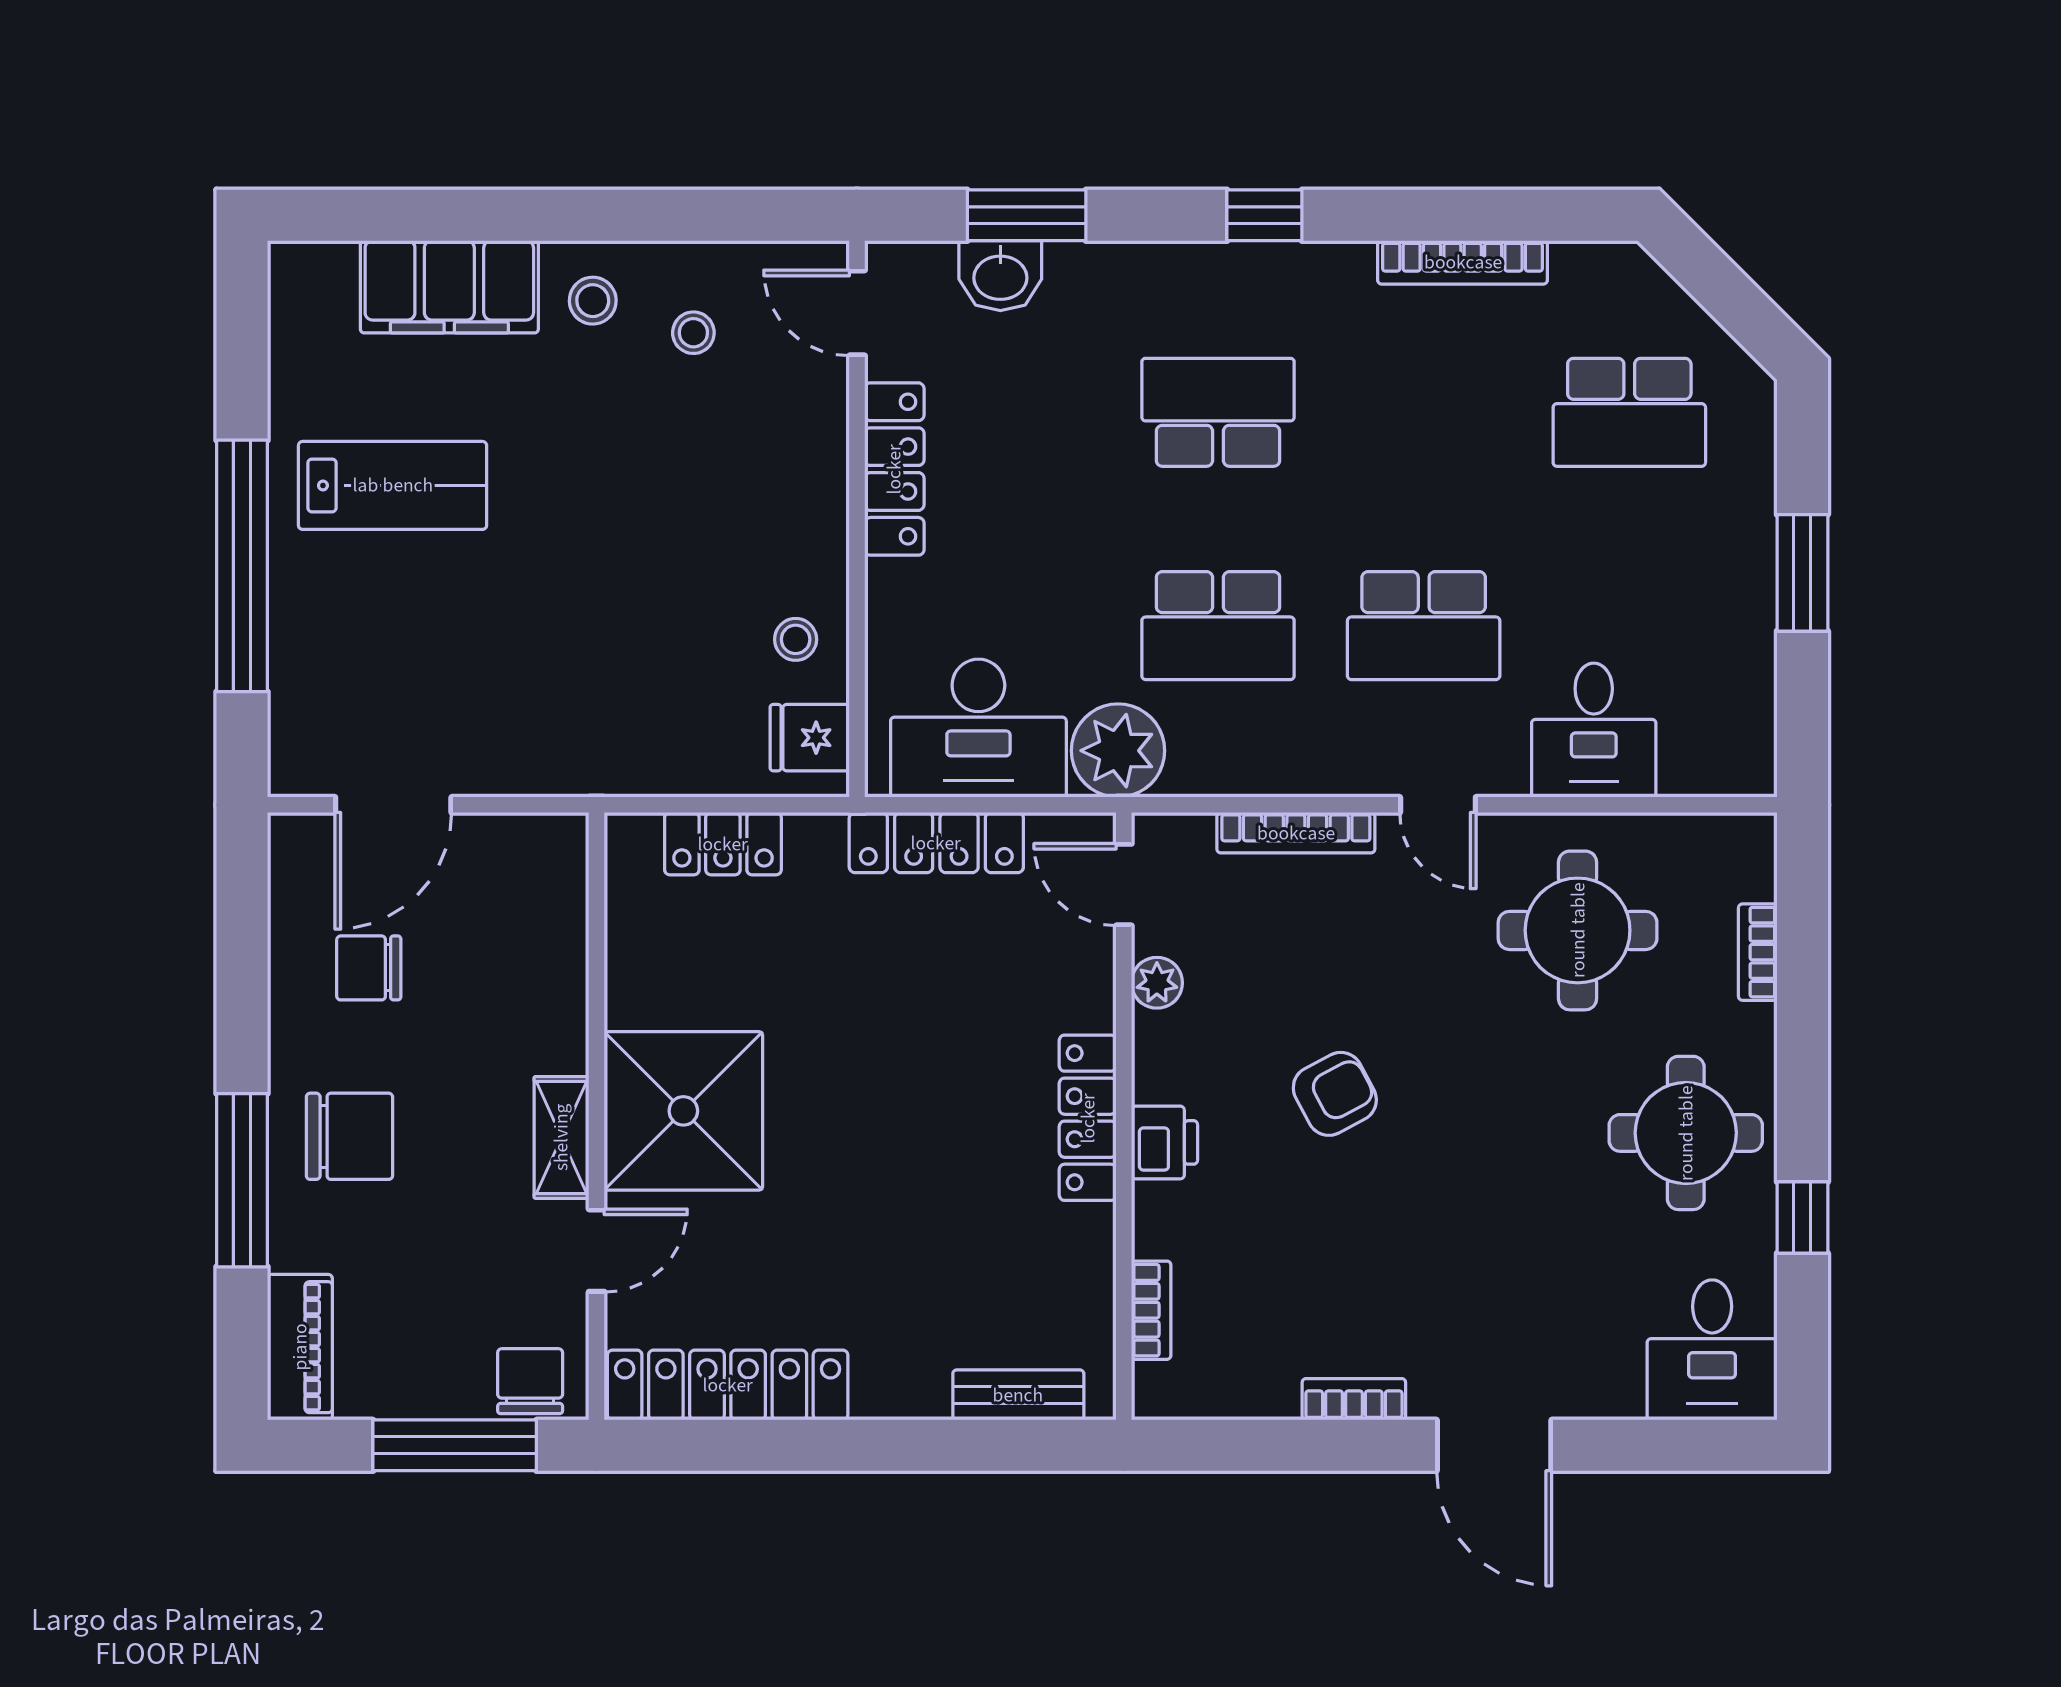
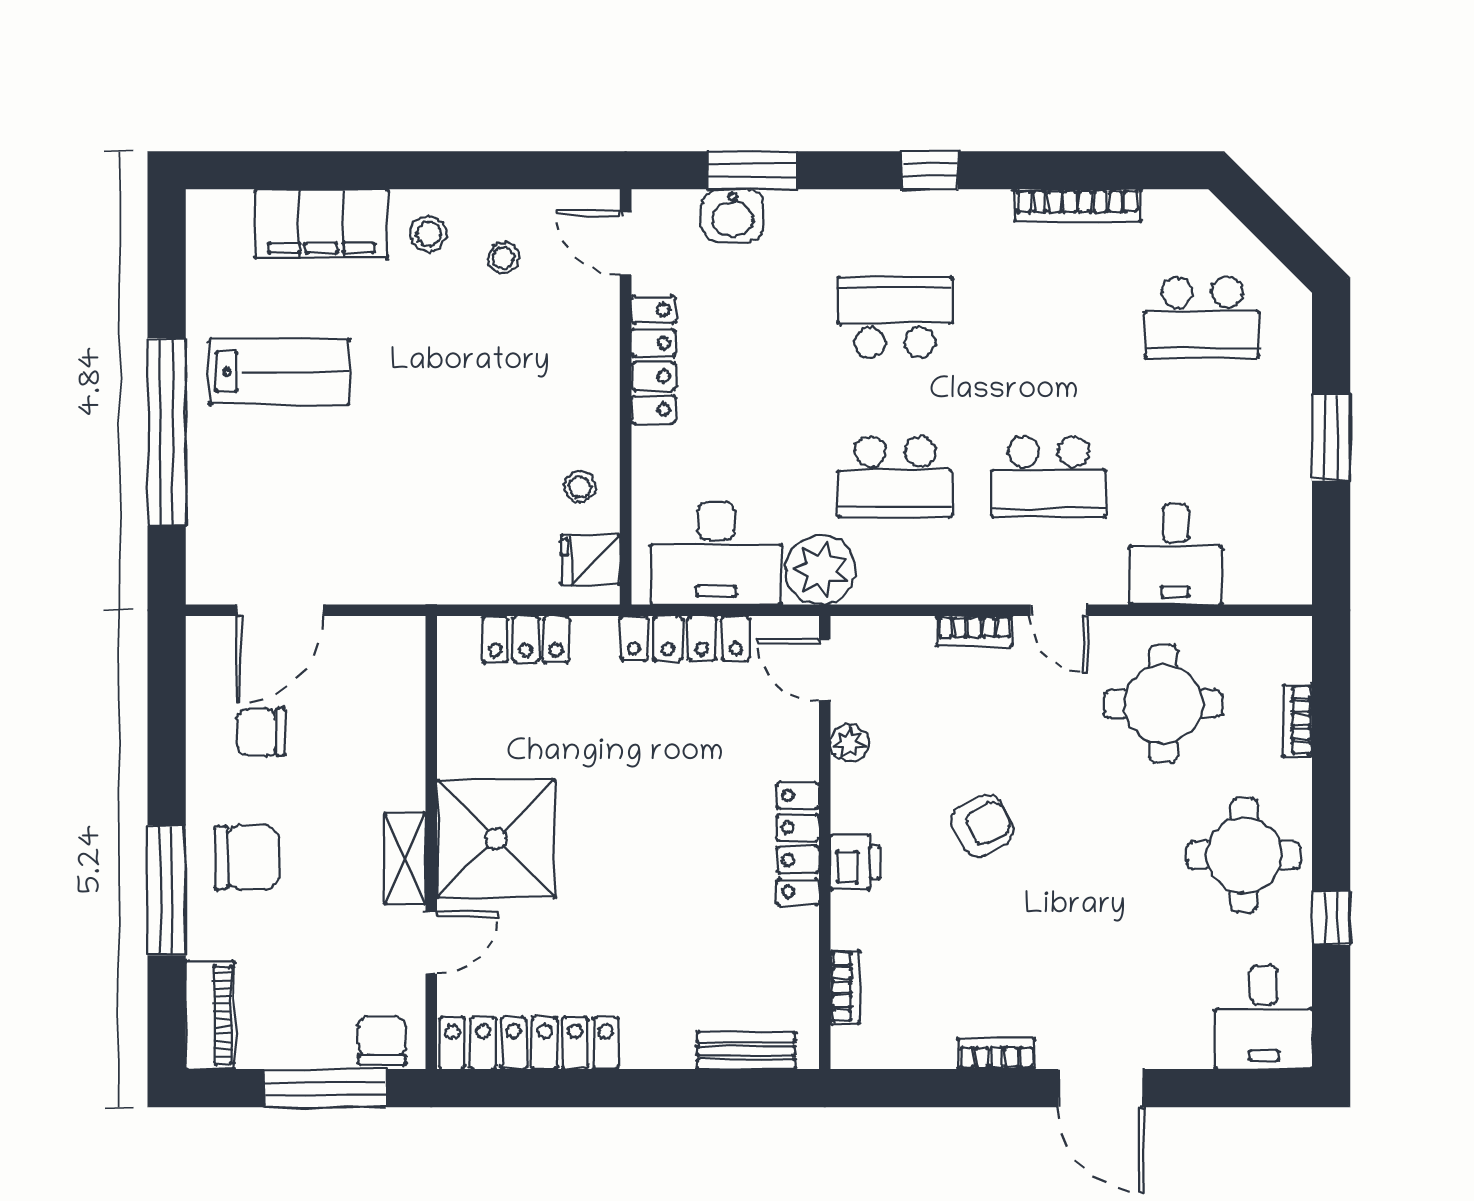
bookcase: (1296, 833) -> (974, 631), width x0.64

